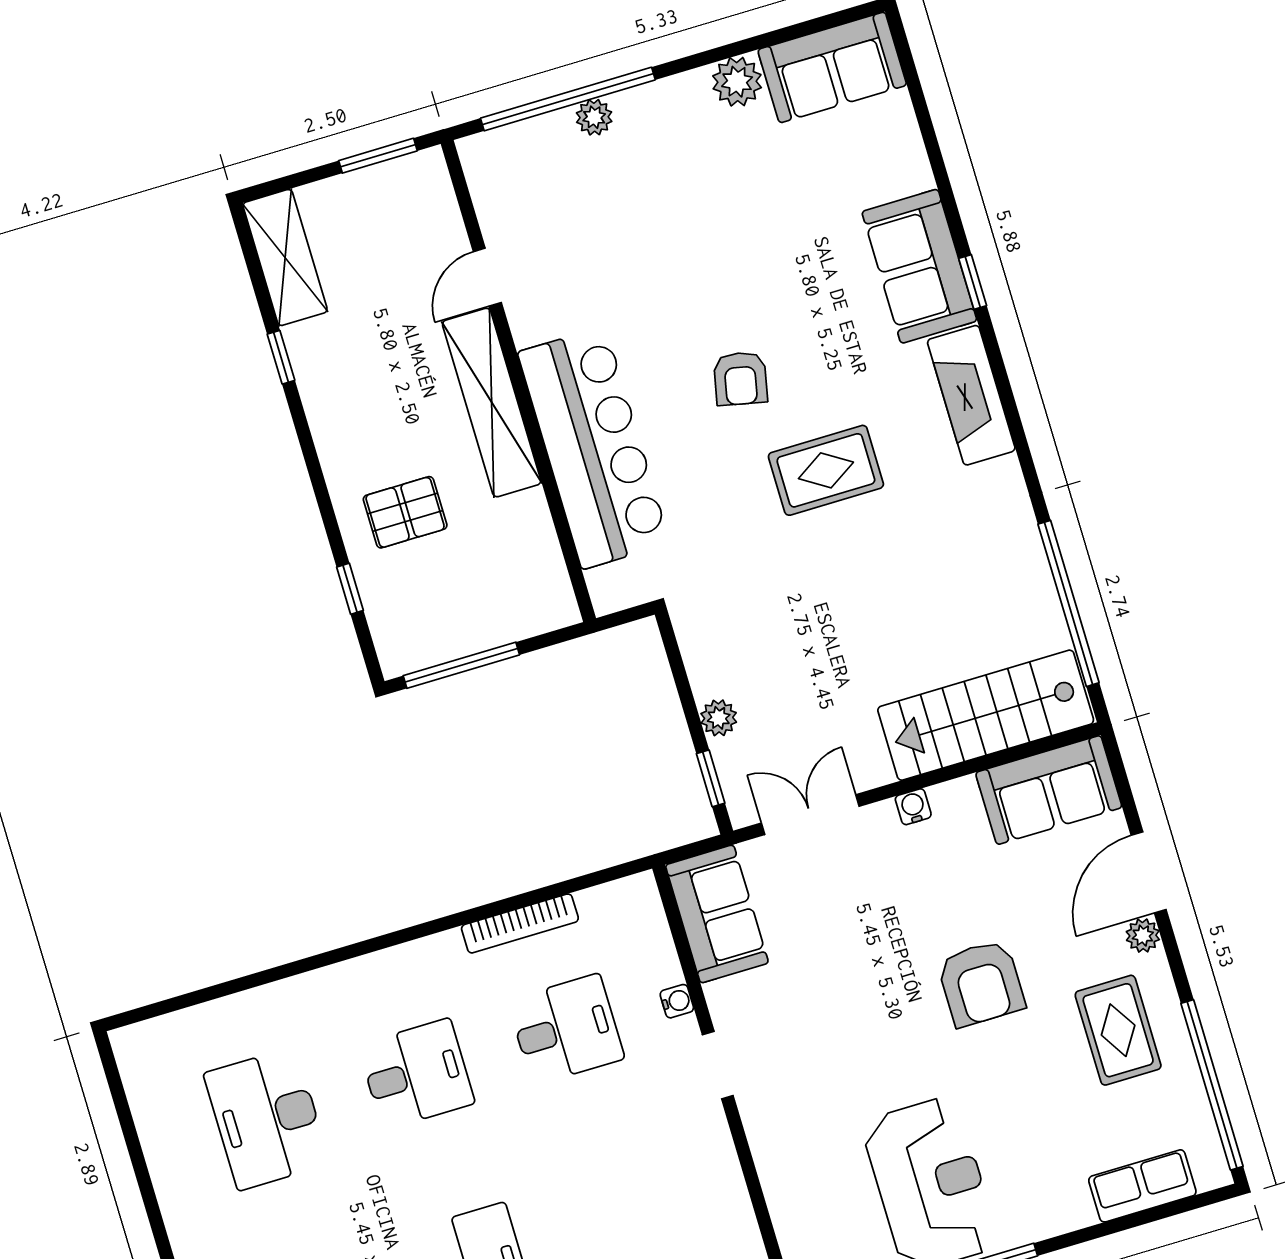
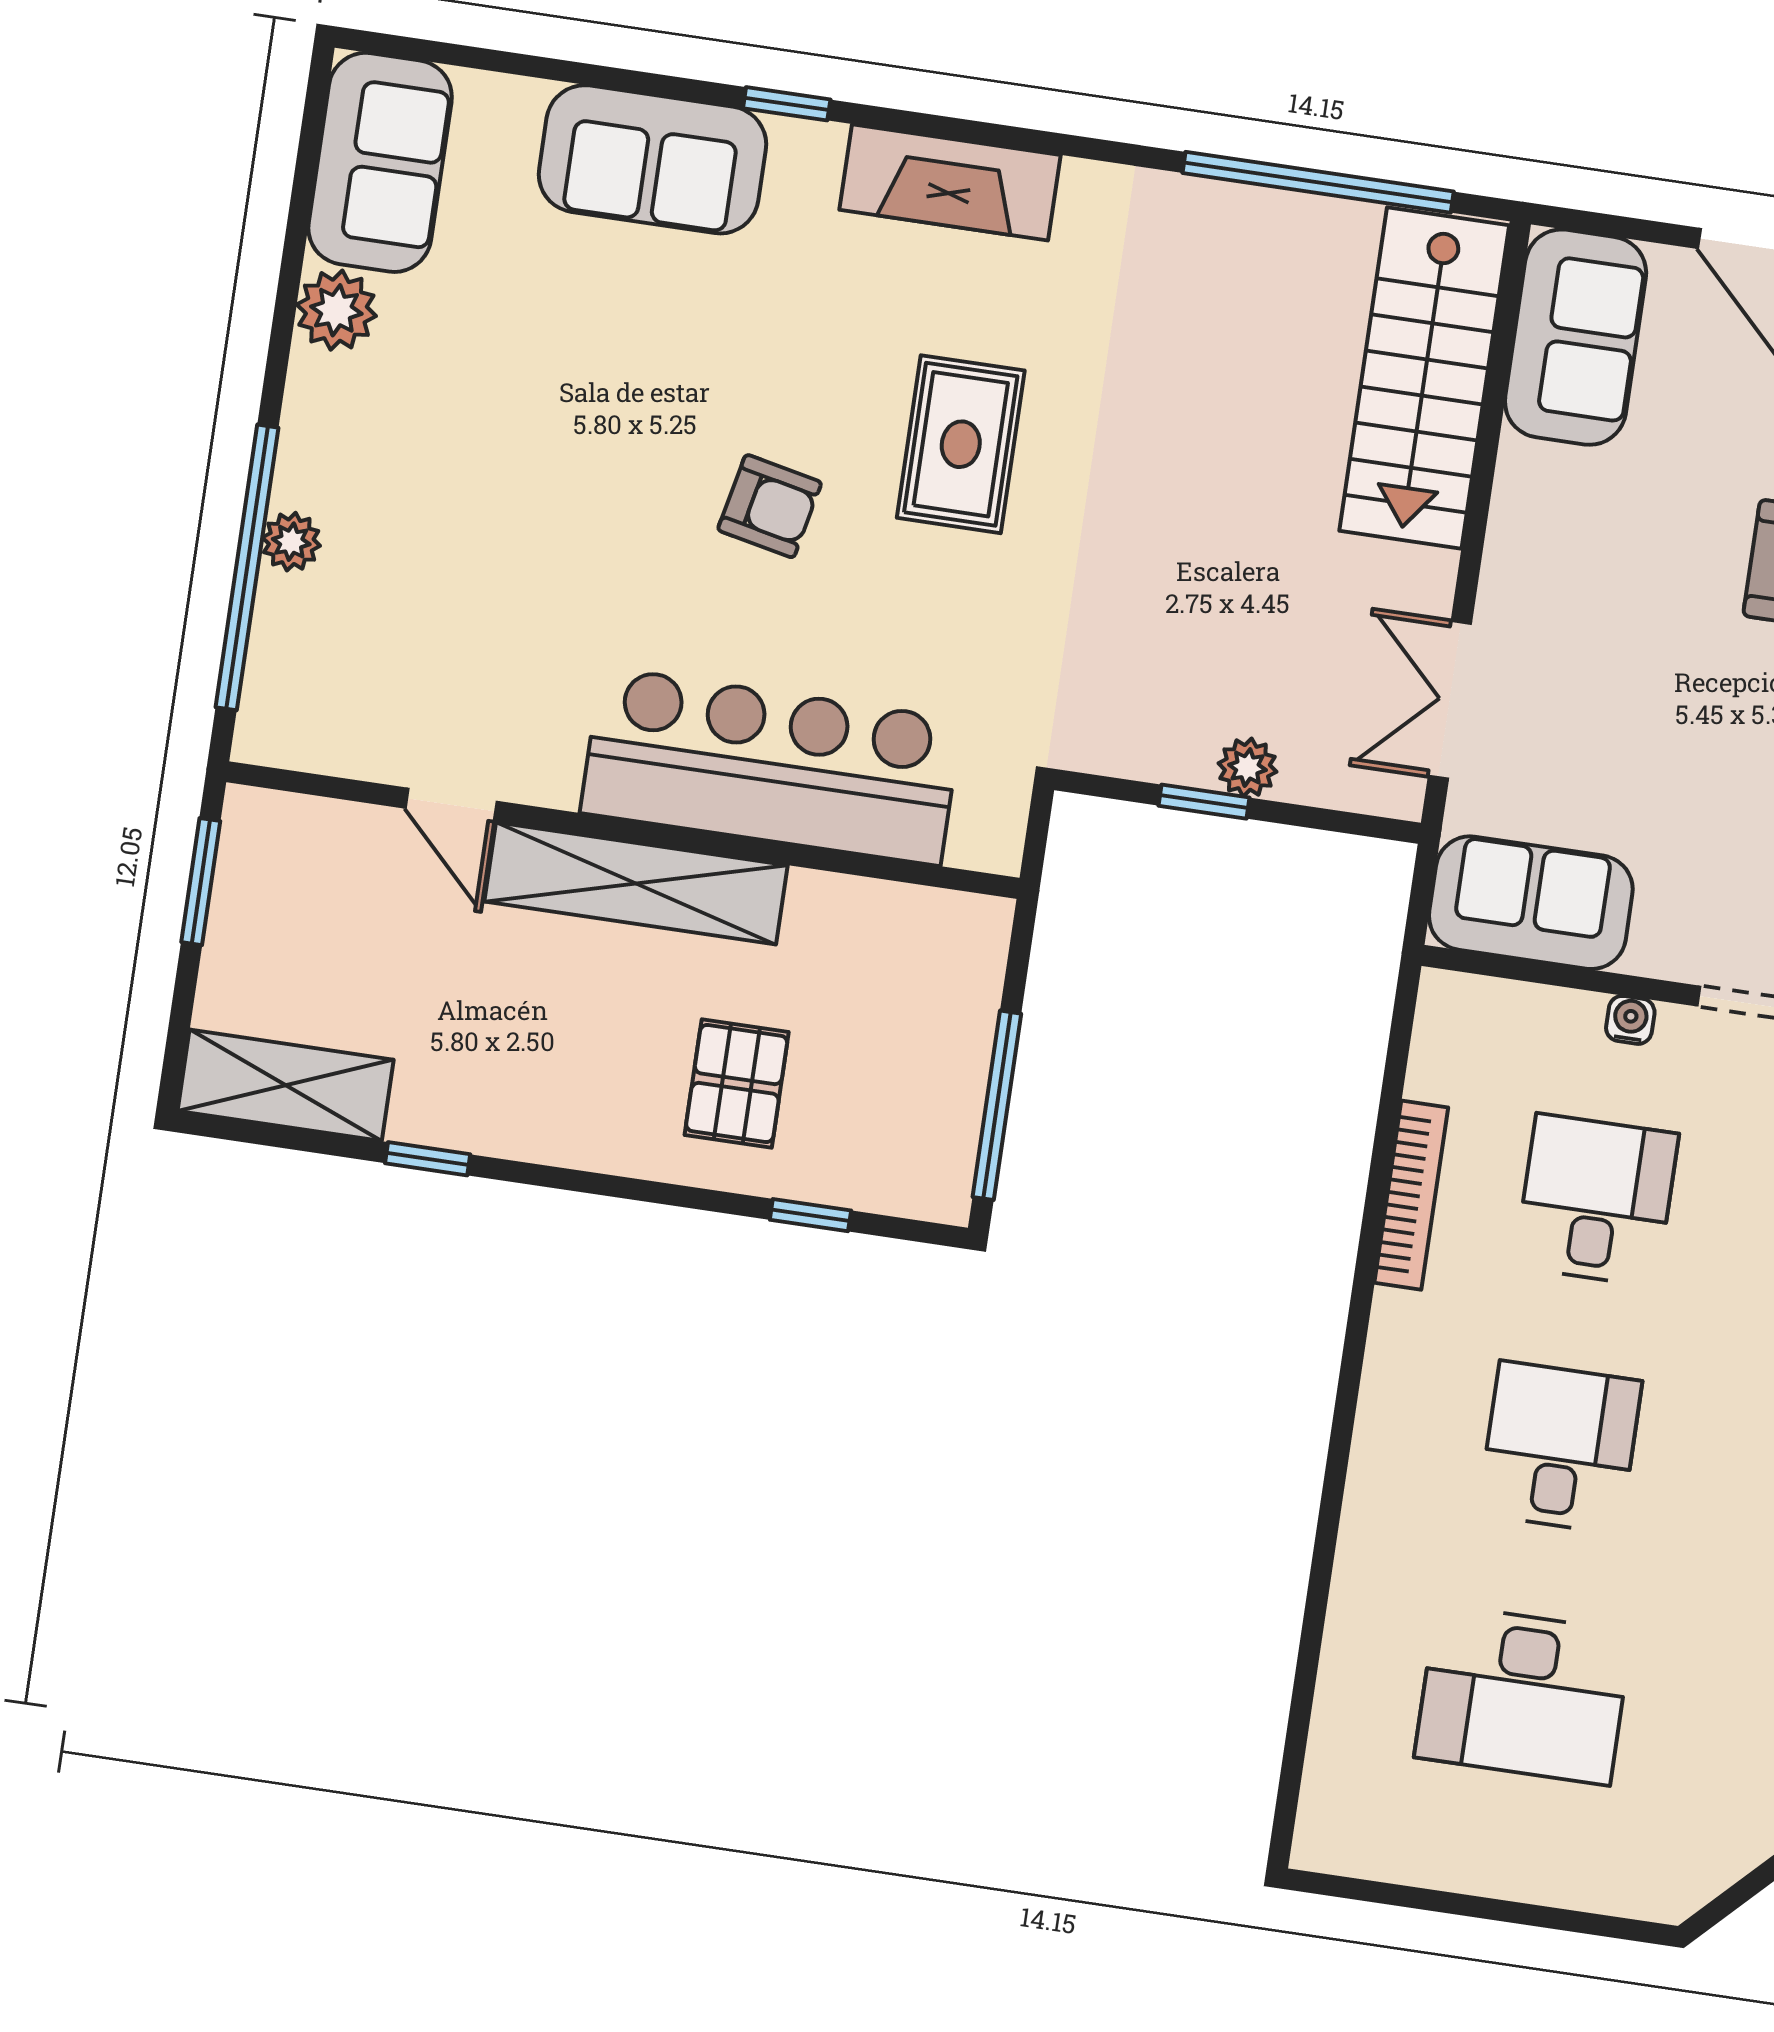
sofa: (919, 266) -> (652, 159), moved
window: (711, 778) -> (1204, 802), moved
water cooler: (913, 807) -> (1508, 545), removed

